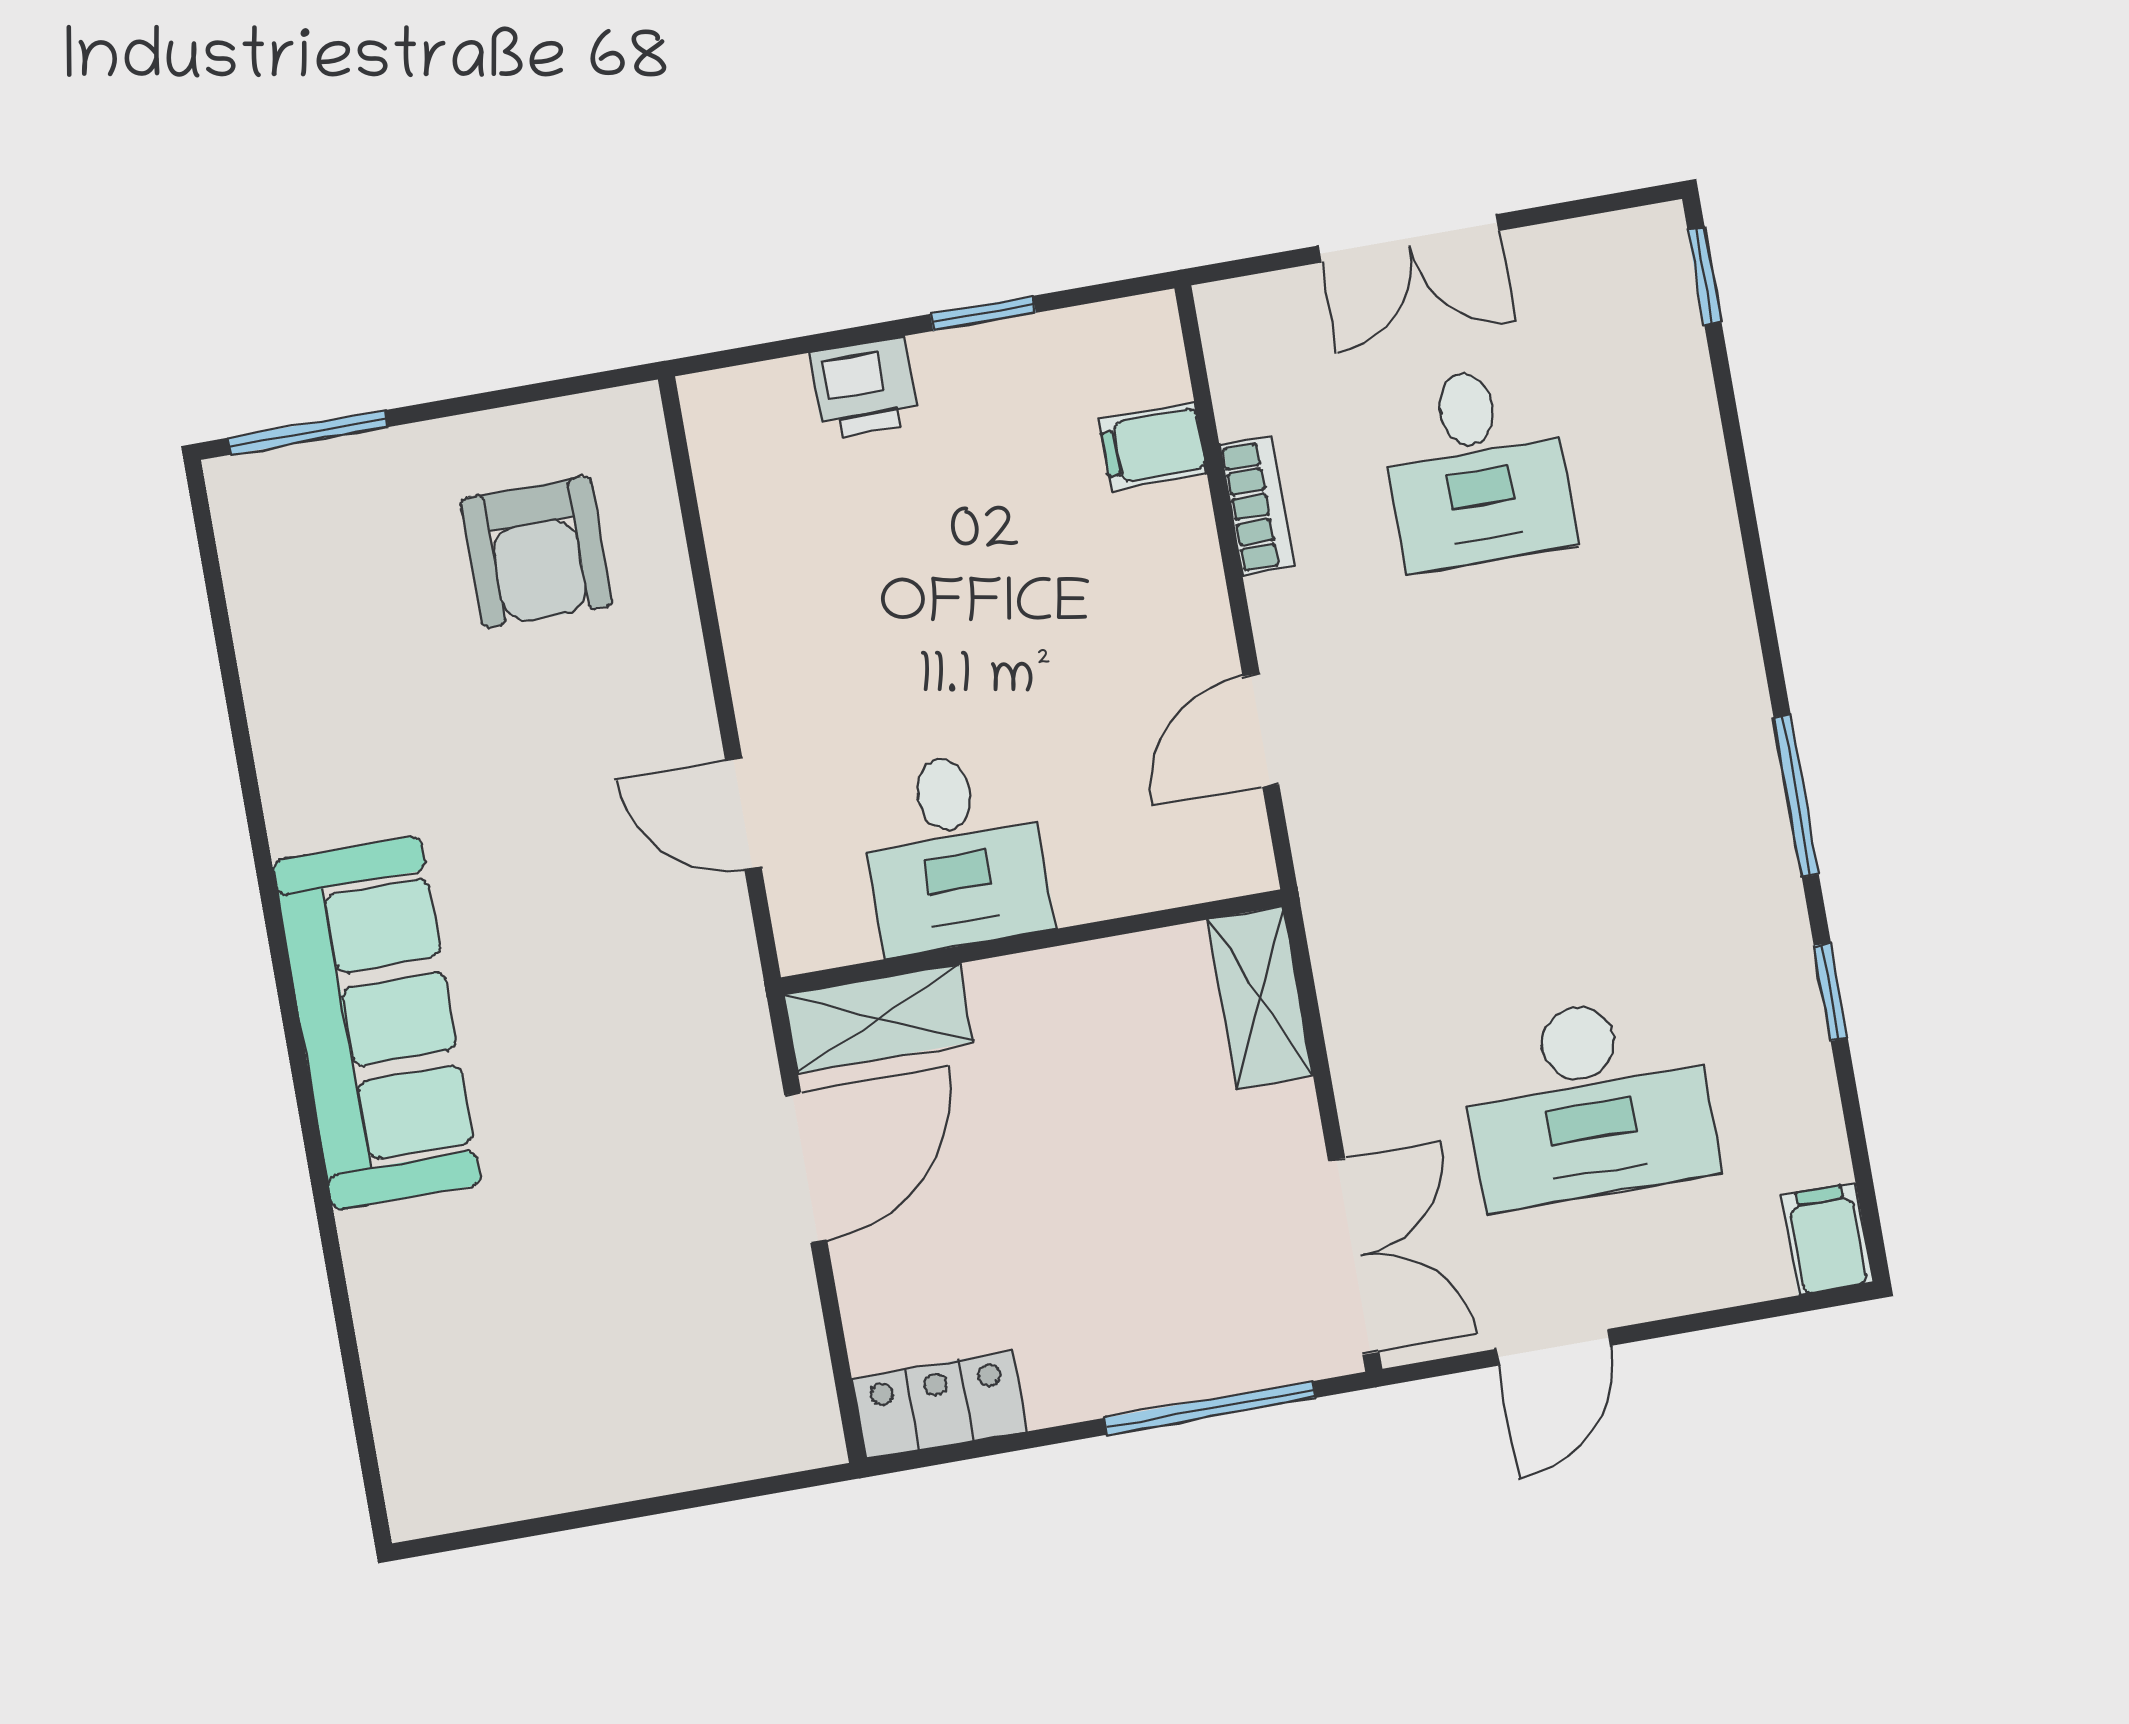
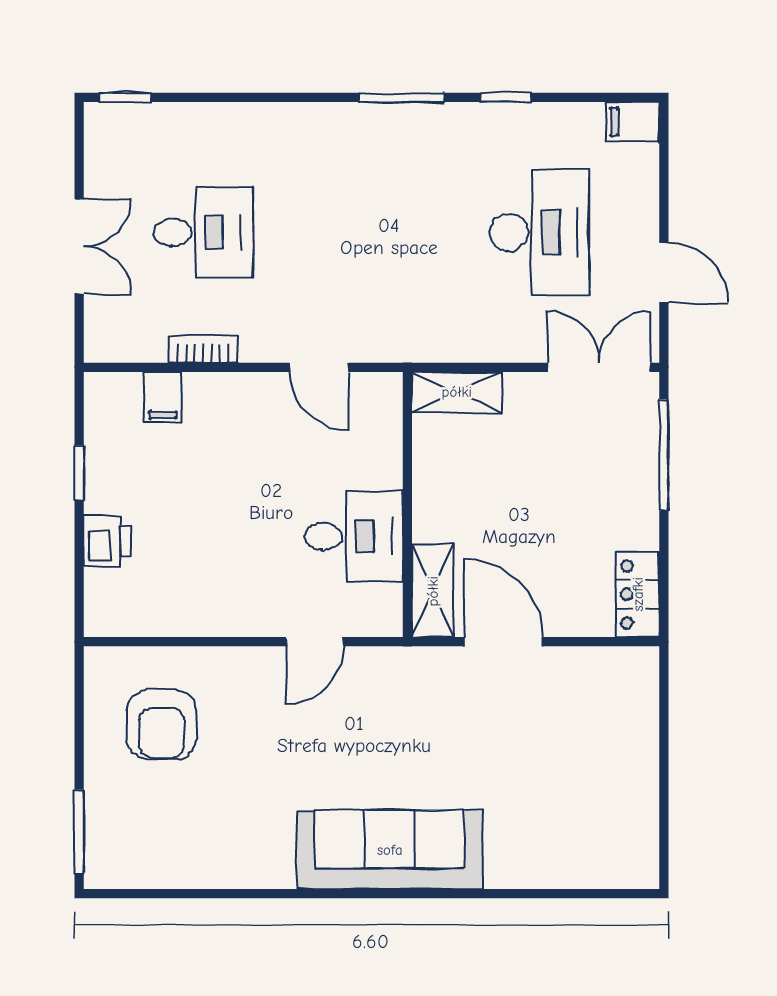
armchair: (536, 552) -> (162, 725), turned 90

